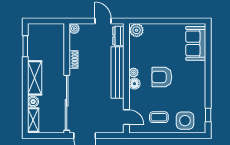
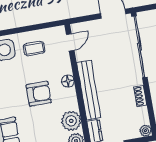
plant: (134, 73) -> (71, 121), moved, width x1.88, depth x1.88
door: (126, 117) -> (70, 42), swing flipped

